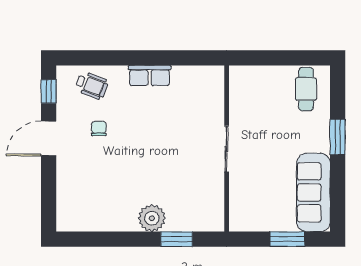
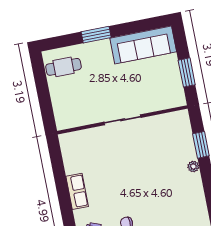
plant: (152, 218) -> (193, 166), width x0.53, depth x0.53
window: (287, 239) -> (187, 72), moved

